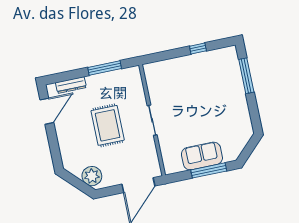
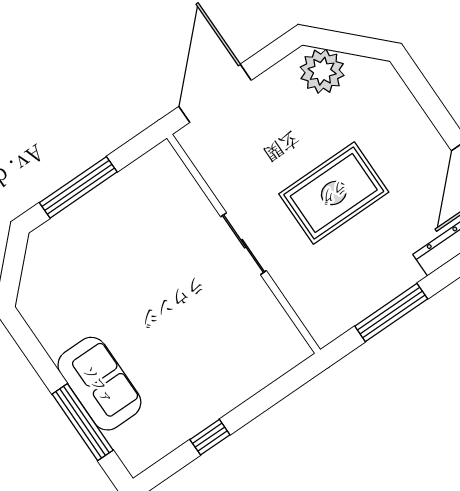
rug: (108, 125) -> (334, 193), turned 90
sofa: (202, 156) -> (99, 384), moved, turned -90

